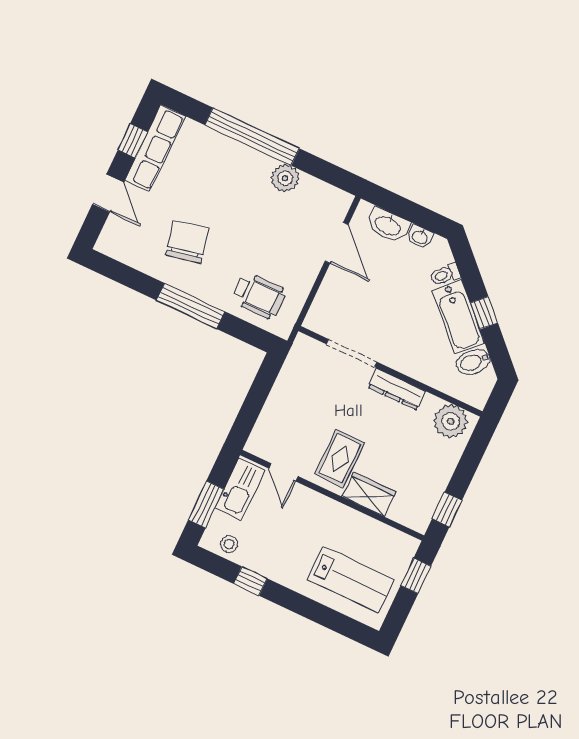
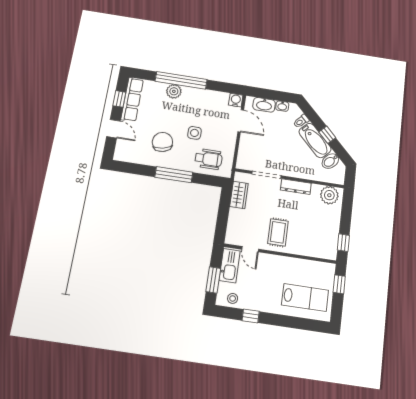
plant: (285, 178) -> (174, 91), moved
water cooler: (339, 202) -> (236, 100), added
side table: (248, 241) -> (194, 133), added
wardrobe: (369, 494) -> (239, 195), moved, turned 90

